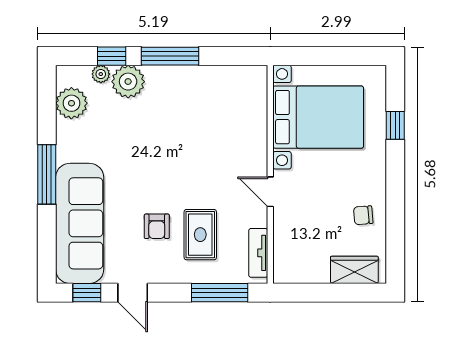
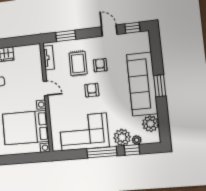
corner sofa: (201, 99) -> (84, 132), added
window: (47, 174) -> (160, 86), width x0.69
armchair: (178, 179) -> (92, 90), added
sofa: (80, 223) -> (142, 84), moved
window: (220, 293) -> (66, 36), width x0.69

